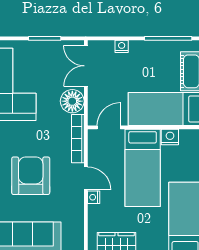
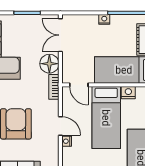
nightstand: (122, 46) -> (104, 19), moved
door: (109, 127) -> (79, 85), swing flipped
bookcase: (78, 139) -> (54, 87), width x0.64

